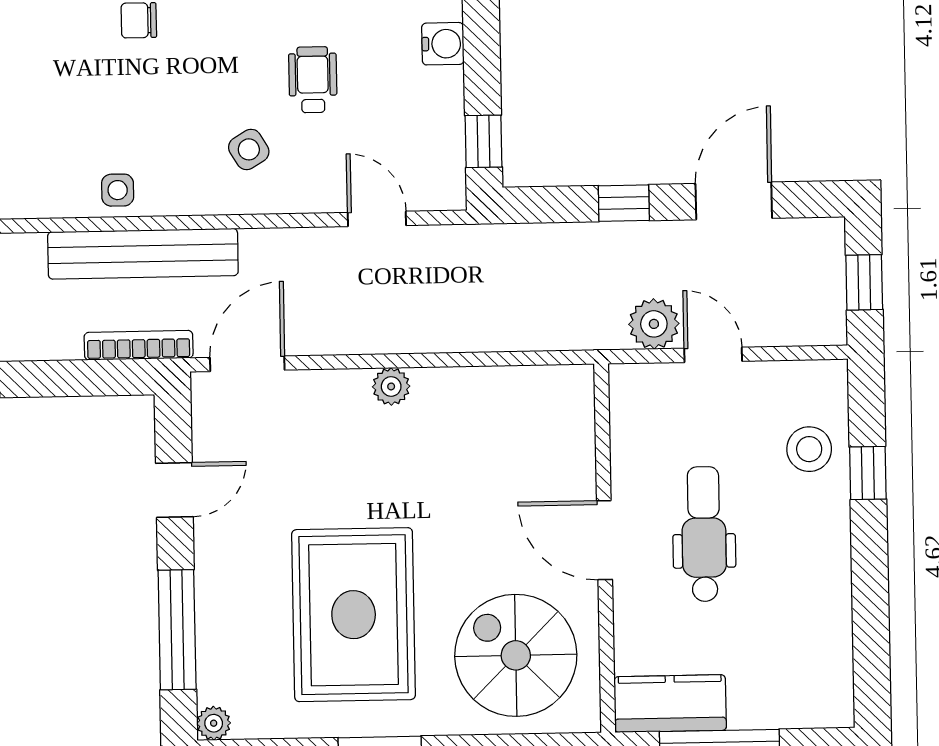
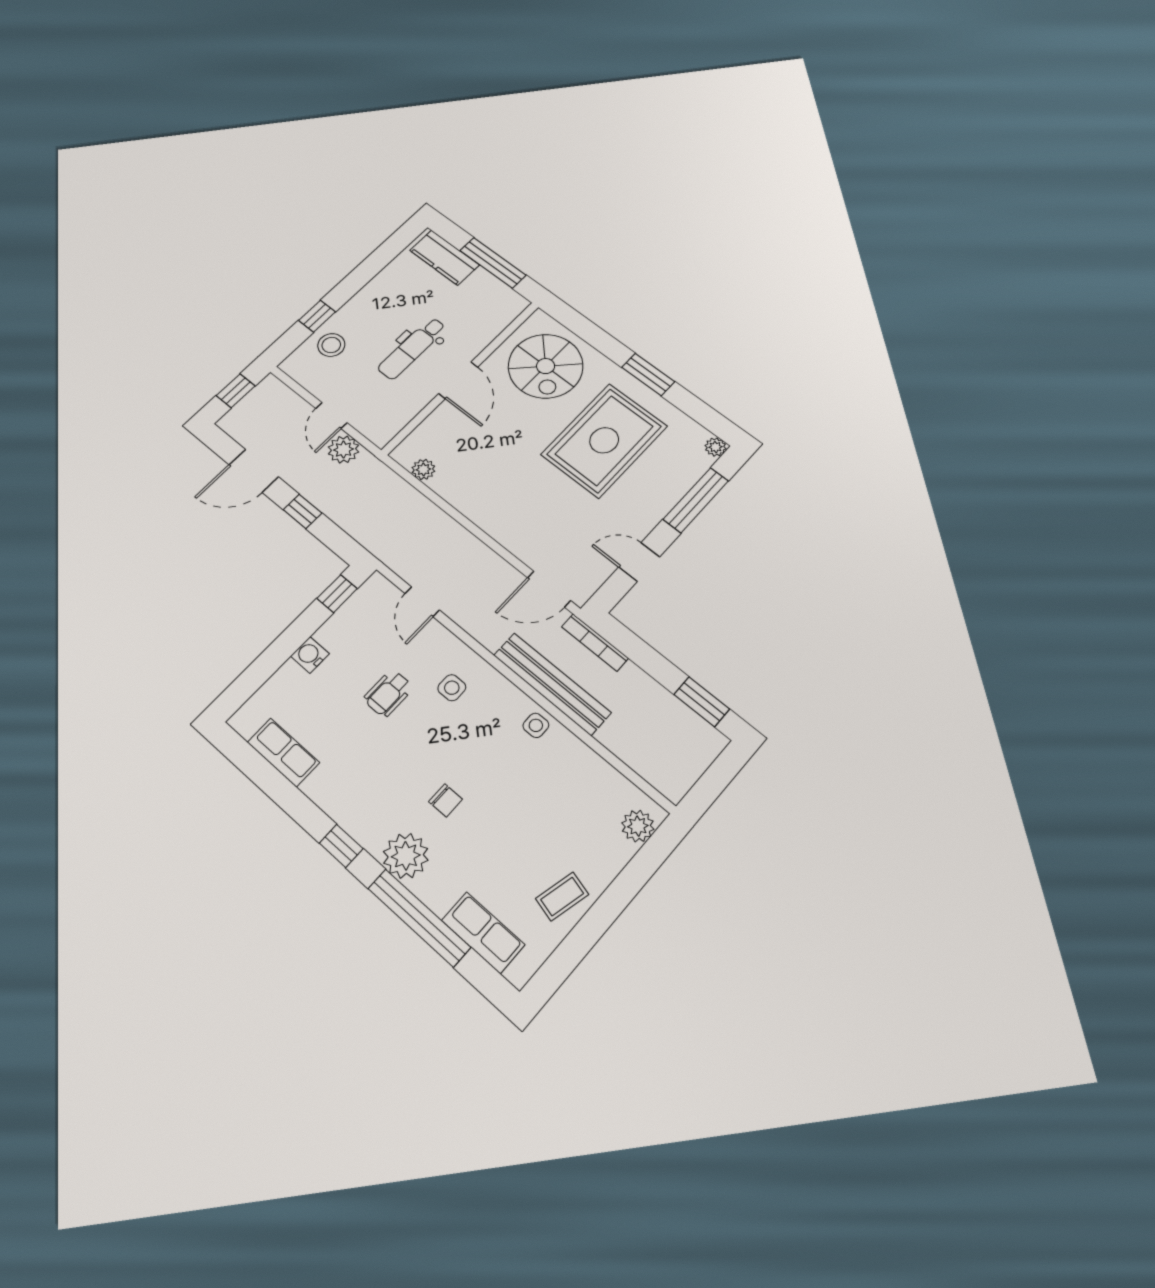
side table: (249, 149) -> (452, 688), turned 31
plant: (391, 386) -> (423, 469), moved
kitchen counter: (670, 704) -> (444, 258), moved

